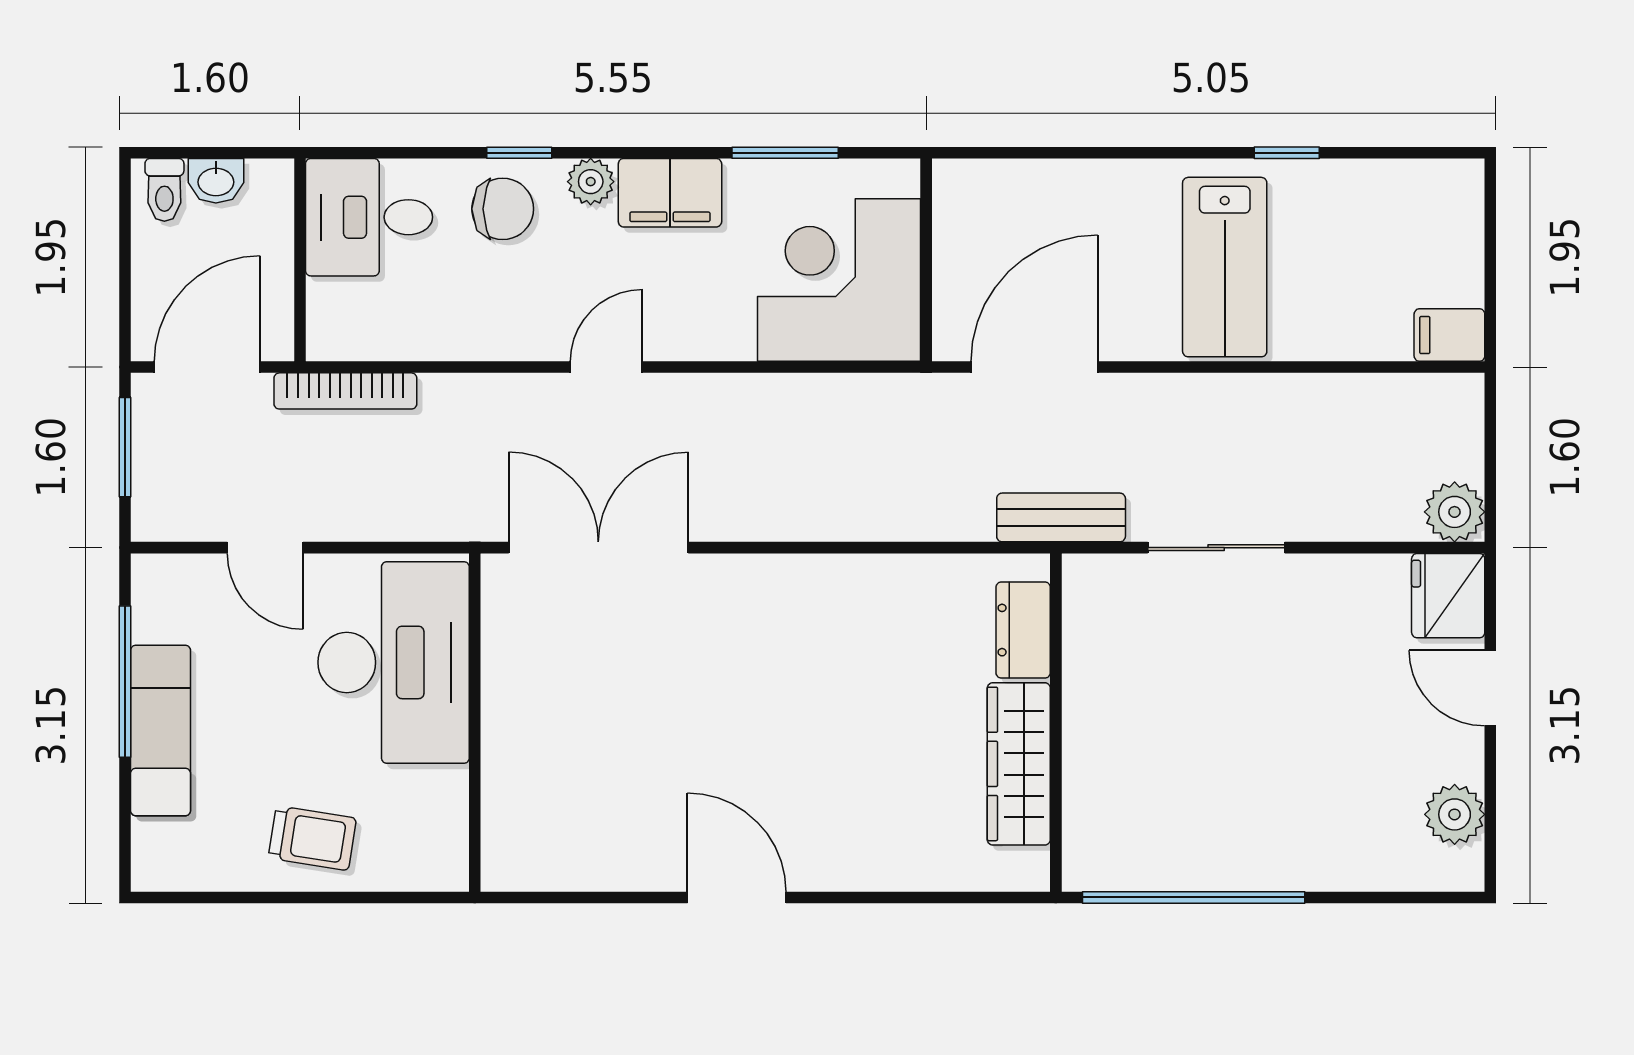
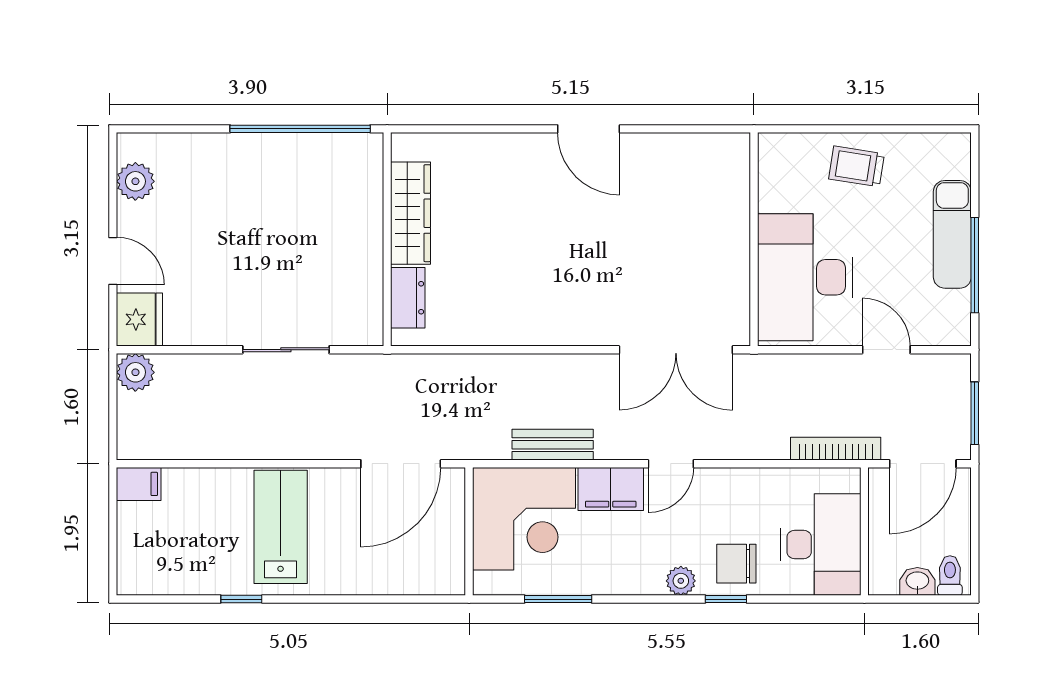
filing cabinet: (670, 193) -> (611, 489), moved, turned 180
desk: (369, 217) -> (821, 545), width x1.37
bench: (1061, 517) -> (553, 445), moved

